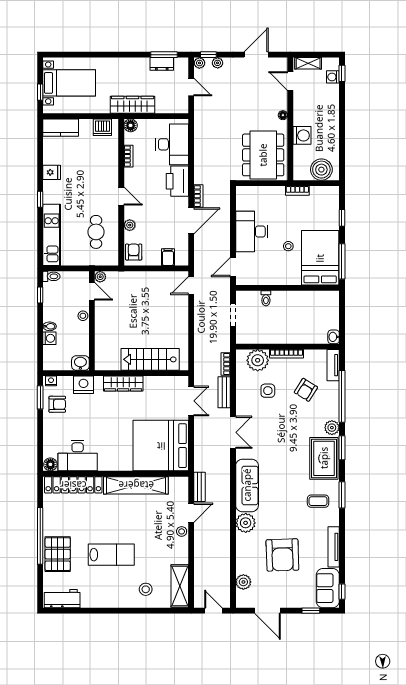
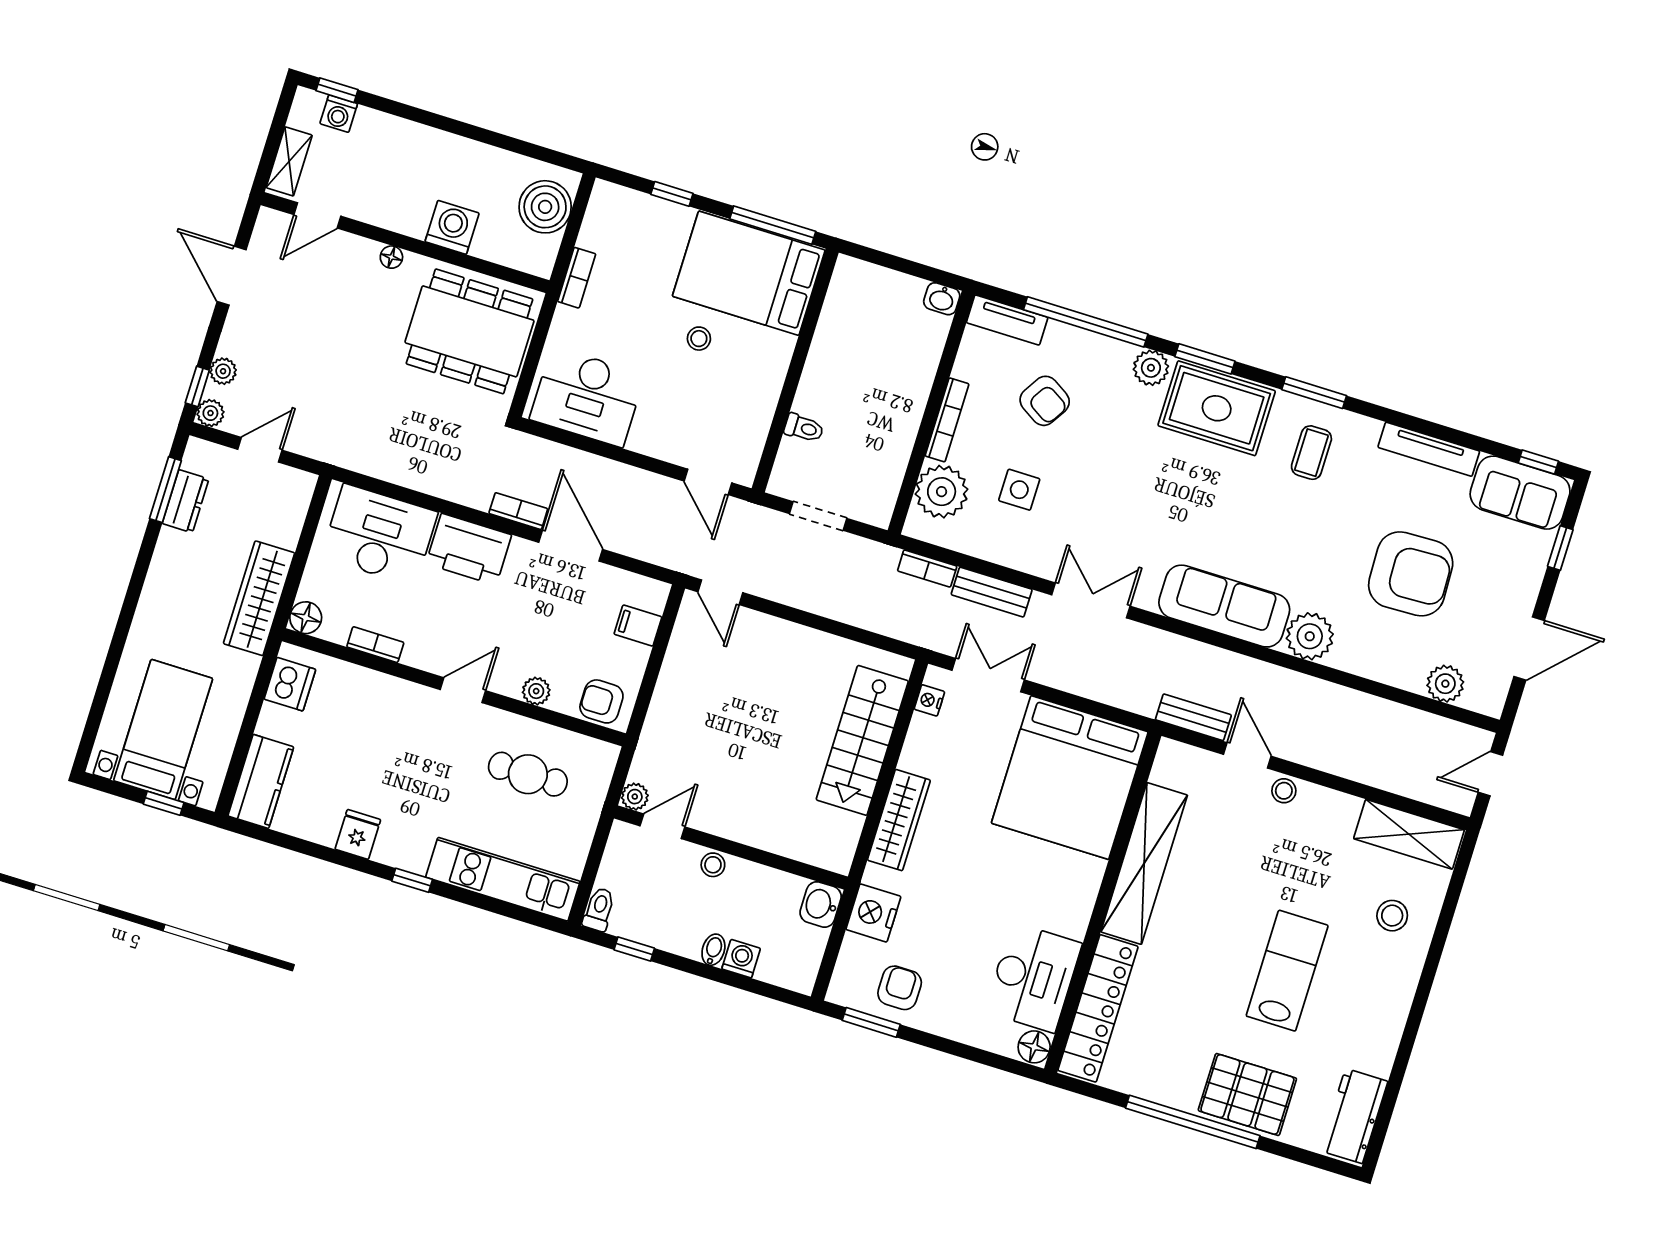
desk: (252, 231) -> (587, 397), moved
nightstand: (51, 381) -> (929, 700), moved

